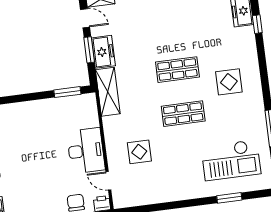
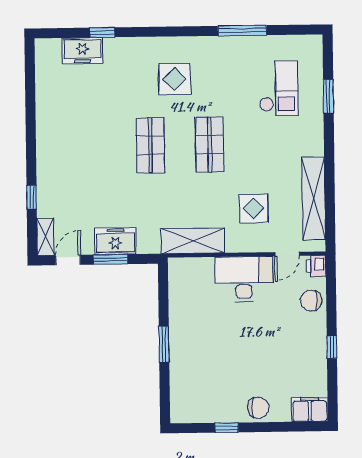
window: (67, 92) -> (164, 344), moved
shelving: (108, 92) -> (193, 241), moved
checkout: (231, 160) -> (279, 88), width x0.73, depth x0.83
shelving: (152, 196) -> (314, 198), added

